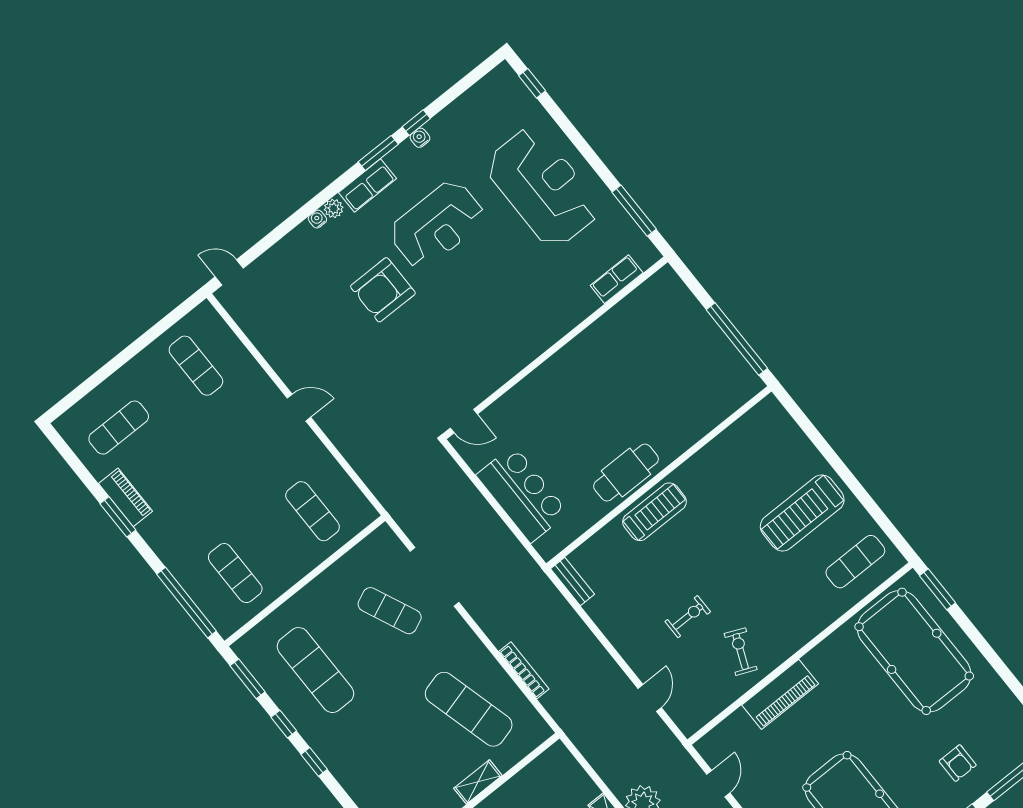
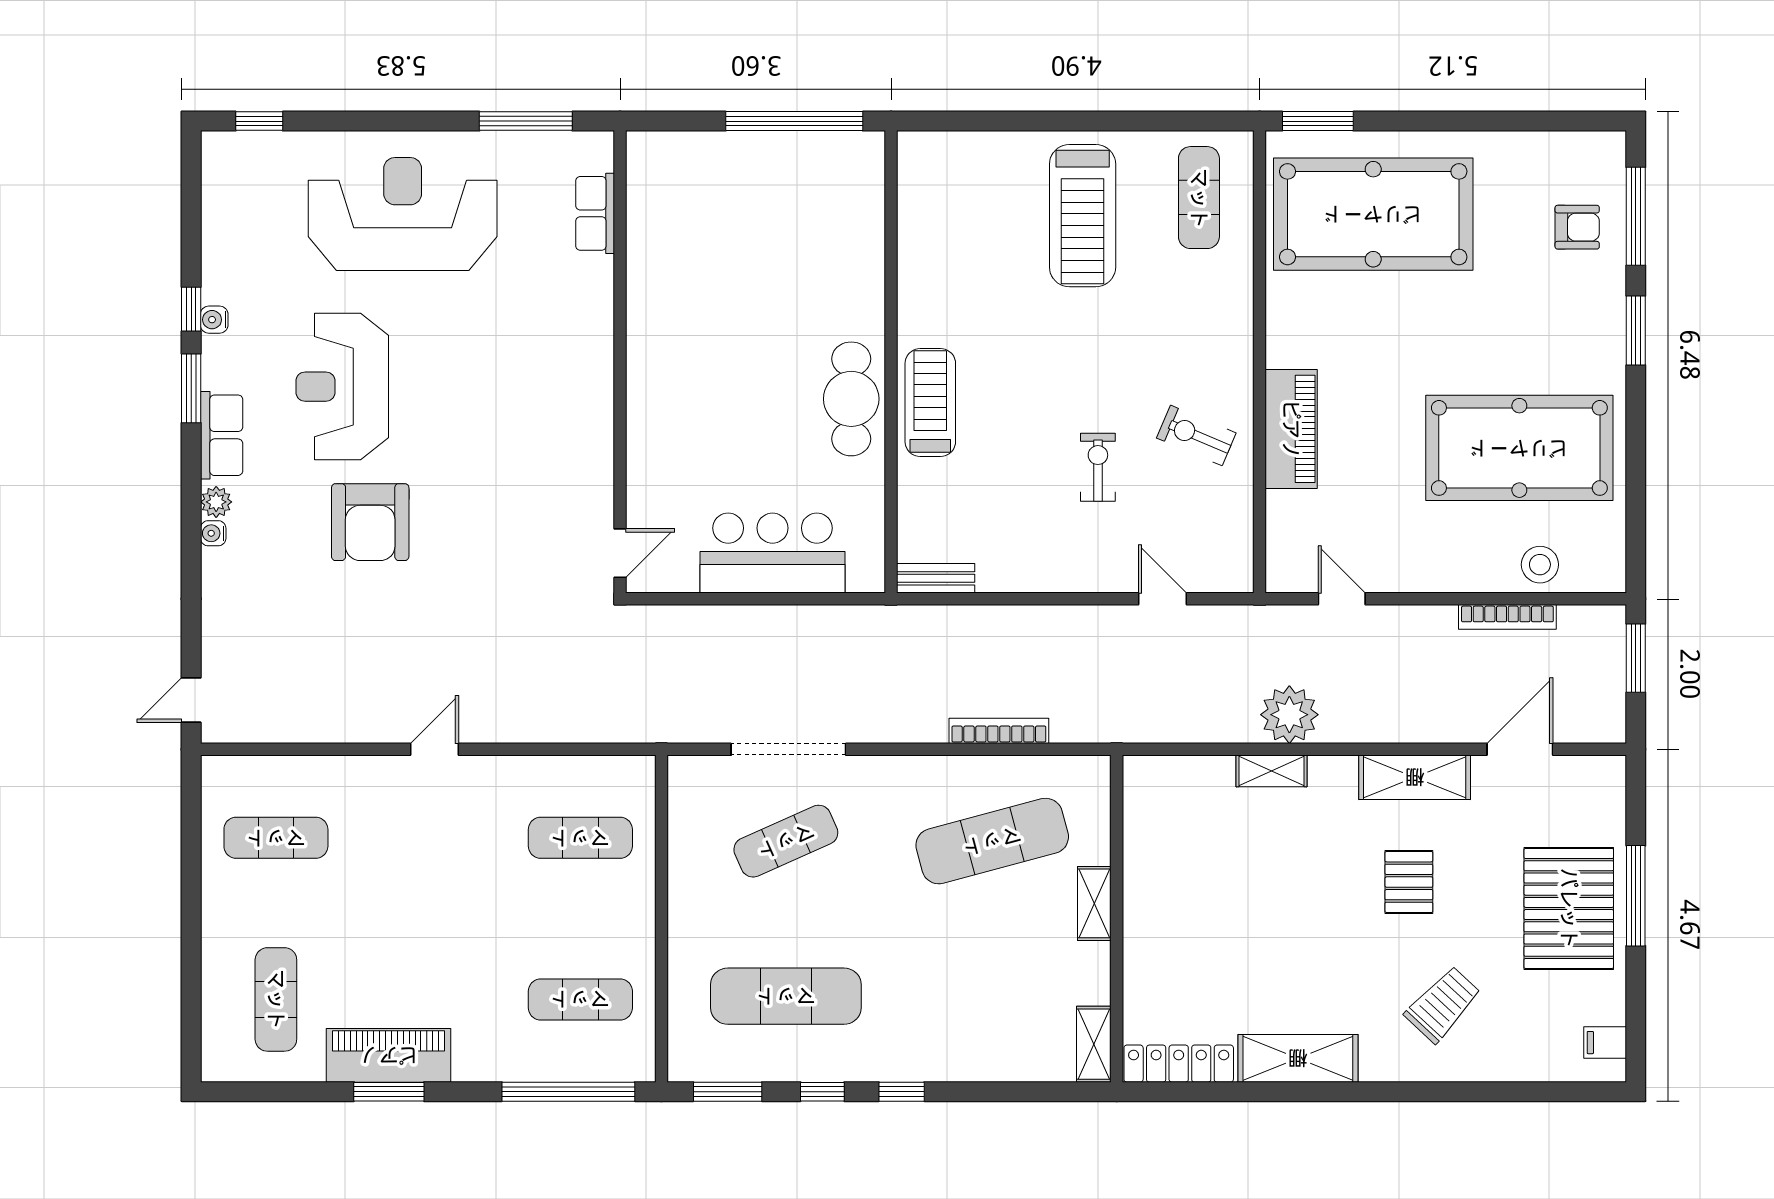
reception desk: (437, 225) -> (342, 387), turned 180
piano: (126, 497) -> (389, 1055), width x1.37, depth x1.33
armchair: (958, 763) -> (1577, 227), moved

